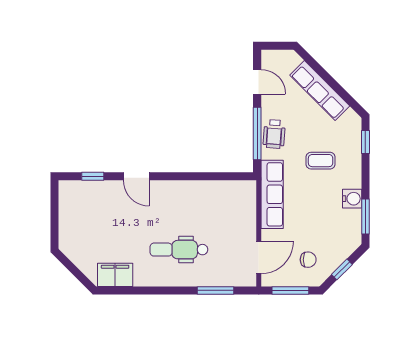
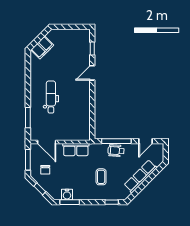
row of seats: (272, 194) -> (76, 150), width x0.68
water cooler: (352, 199) -> (67, 195), moved
filing cabinet: (115, 275) -> (42, 47), moved, turned 45

